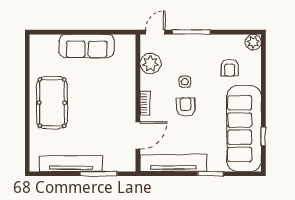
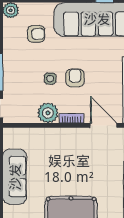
plant: (150, 64) -> (48, 113), moved
armchair: (186, 107) -> (75, 78), turned 90

